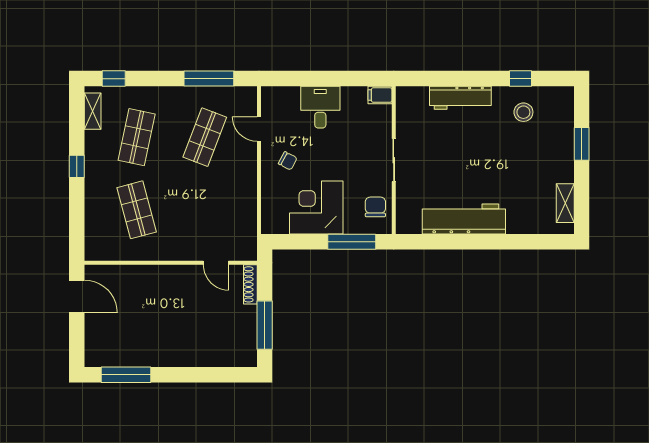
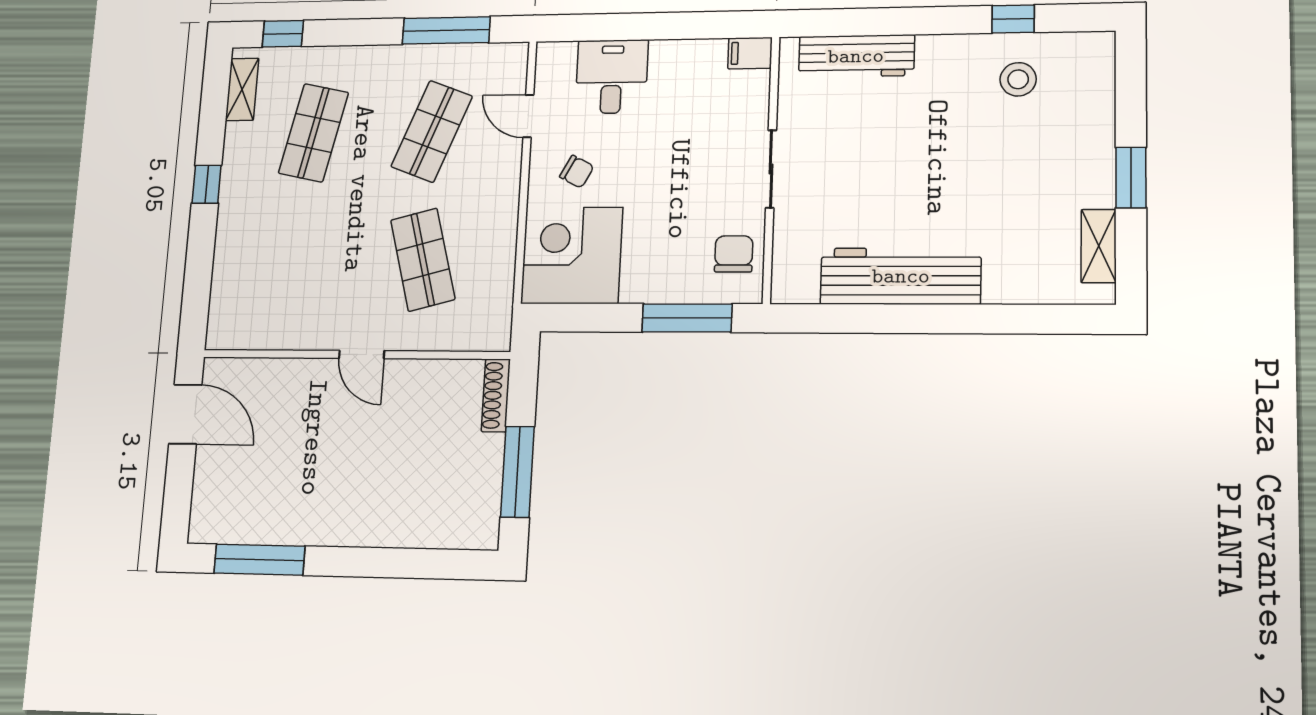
workbench: (460, 98) -> (856, 56), moved
desk: (320, 107) -> (612, 77), moved
window: (582, 144) -> (1131, 178), moved
corner desk: (316, 208) -> (572, 255), moved
shop shelf: (137, 210) -> (423, 260), moved
door: (216, 263) -> (362, 355), moved

